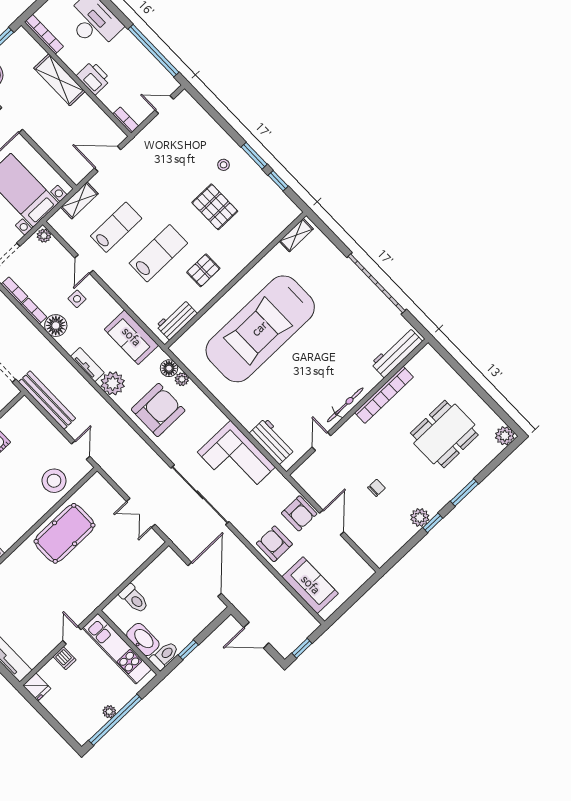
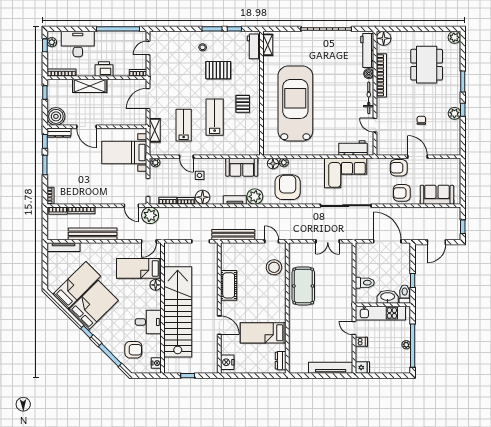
workbench: (177, 320) -> (254, 46), moved
car: (260, 329) -> (295, 104), turned 180
floor lamp: (428, 358) -> (384, 38), added
boiler: (372, 379) -> (369, 74), added
armchair: (299, 513) -> (399, 168), turned 180

